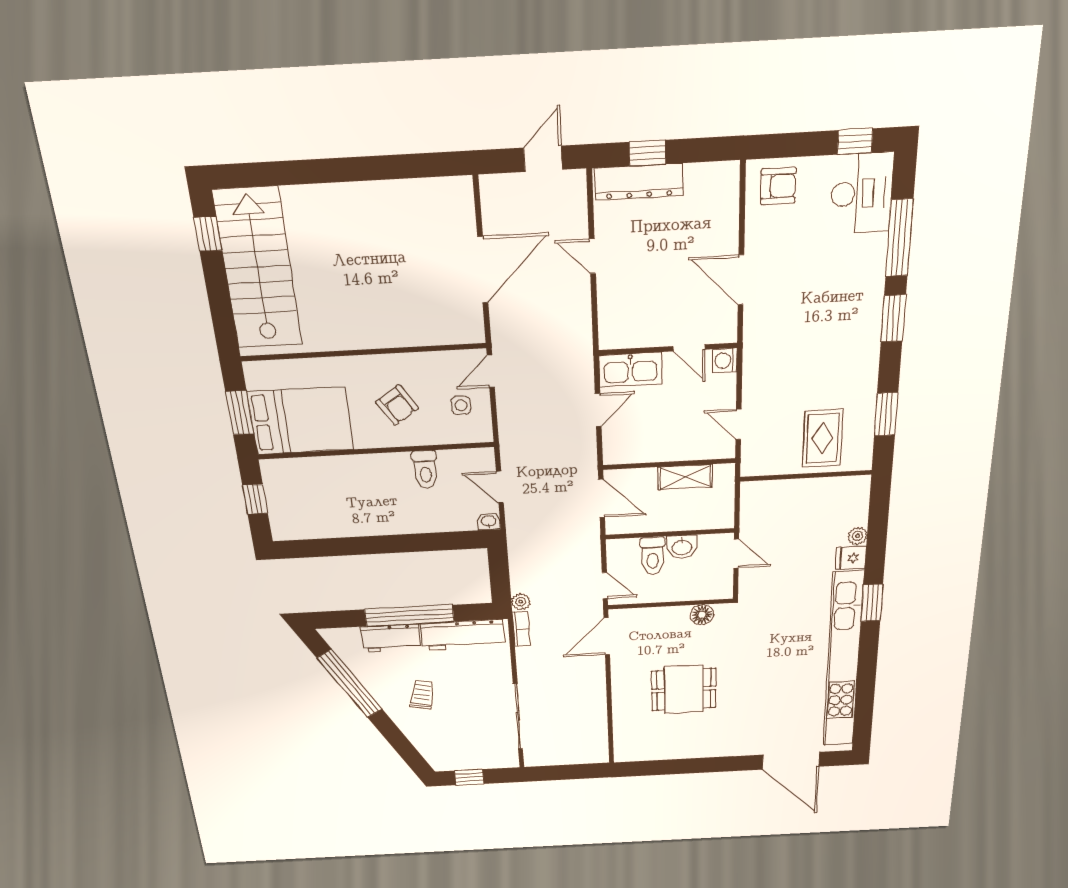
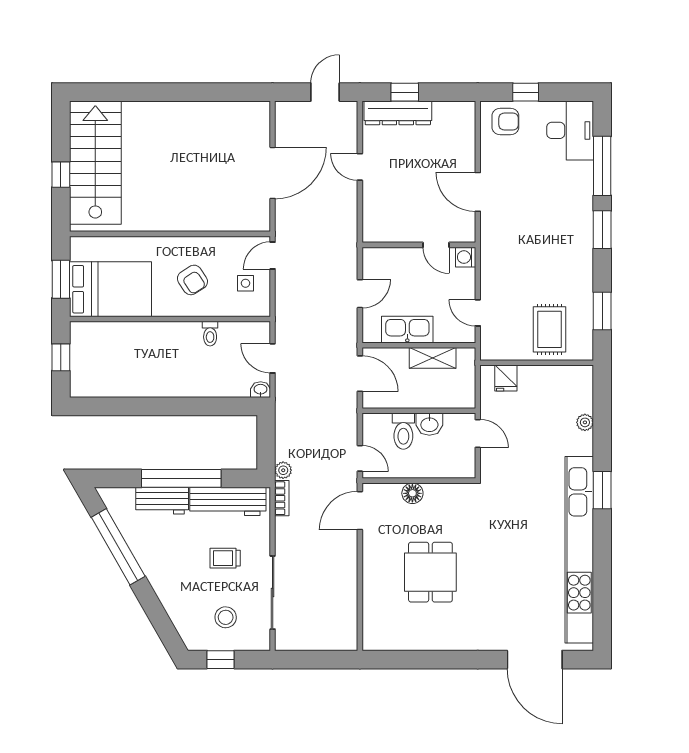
window: (855, 141) -> (526, 92), moved
window: (208, 234) -> (61, 175), moved
kitchen sink: (630, 370) -> (407, 330), moved, turned 180
toilet: (425, 470) -> (210, 334), width x0.73, depth x0.72
fridge: (851, 558) -> (506, 378), moved, turned -90
floor lamp: (702, 615) -> (412, 493), moved
dining table: (684, 689) -> (430, 572), turned 90
trolley: (422, 694) -> (225, 558), moved, turned -102
stool: (471, 741) -> (226, 617), added

